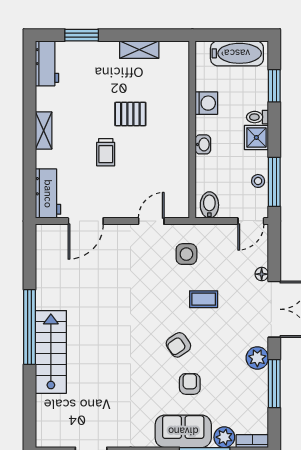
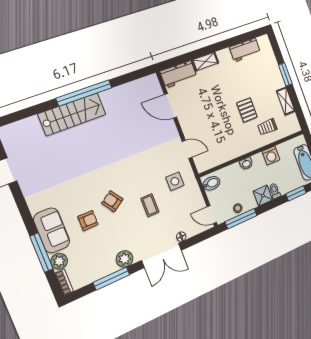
window: (82, 35) -> (285, 74), moved
workbench: (47, 63) -> (245, 50), moved
shelving: (44, 130) -> (205, 61), moved
trolley: (106, 152) -> (267, 127), moved

